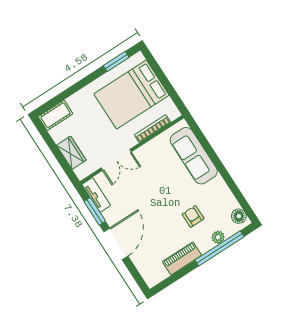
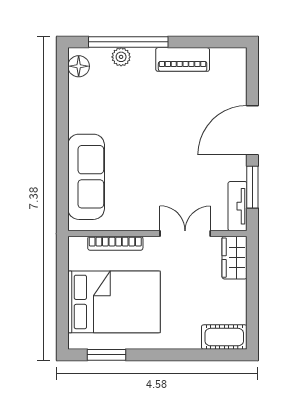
wardrobe: (71, 153) -> (235, 258), moved
armchair: (193, 216) -> (135, 102), removed

